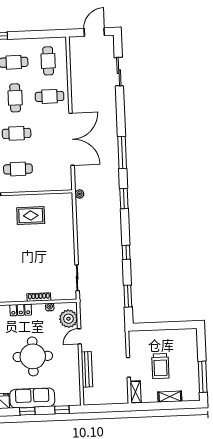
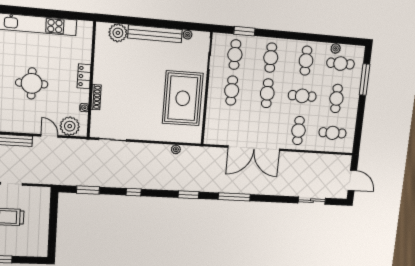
plant: (79, 194) -> (176, 149), moved
rug: (31, 216) -> (183, 98), width x1.86, depth x2.06
round table: (33, 356) -> (32, 83), width x0.73, depth x0.73

